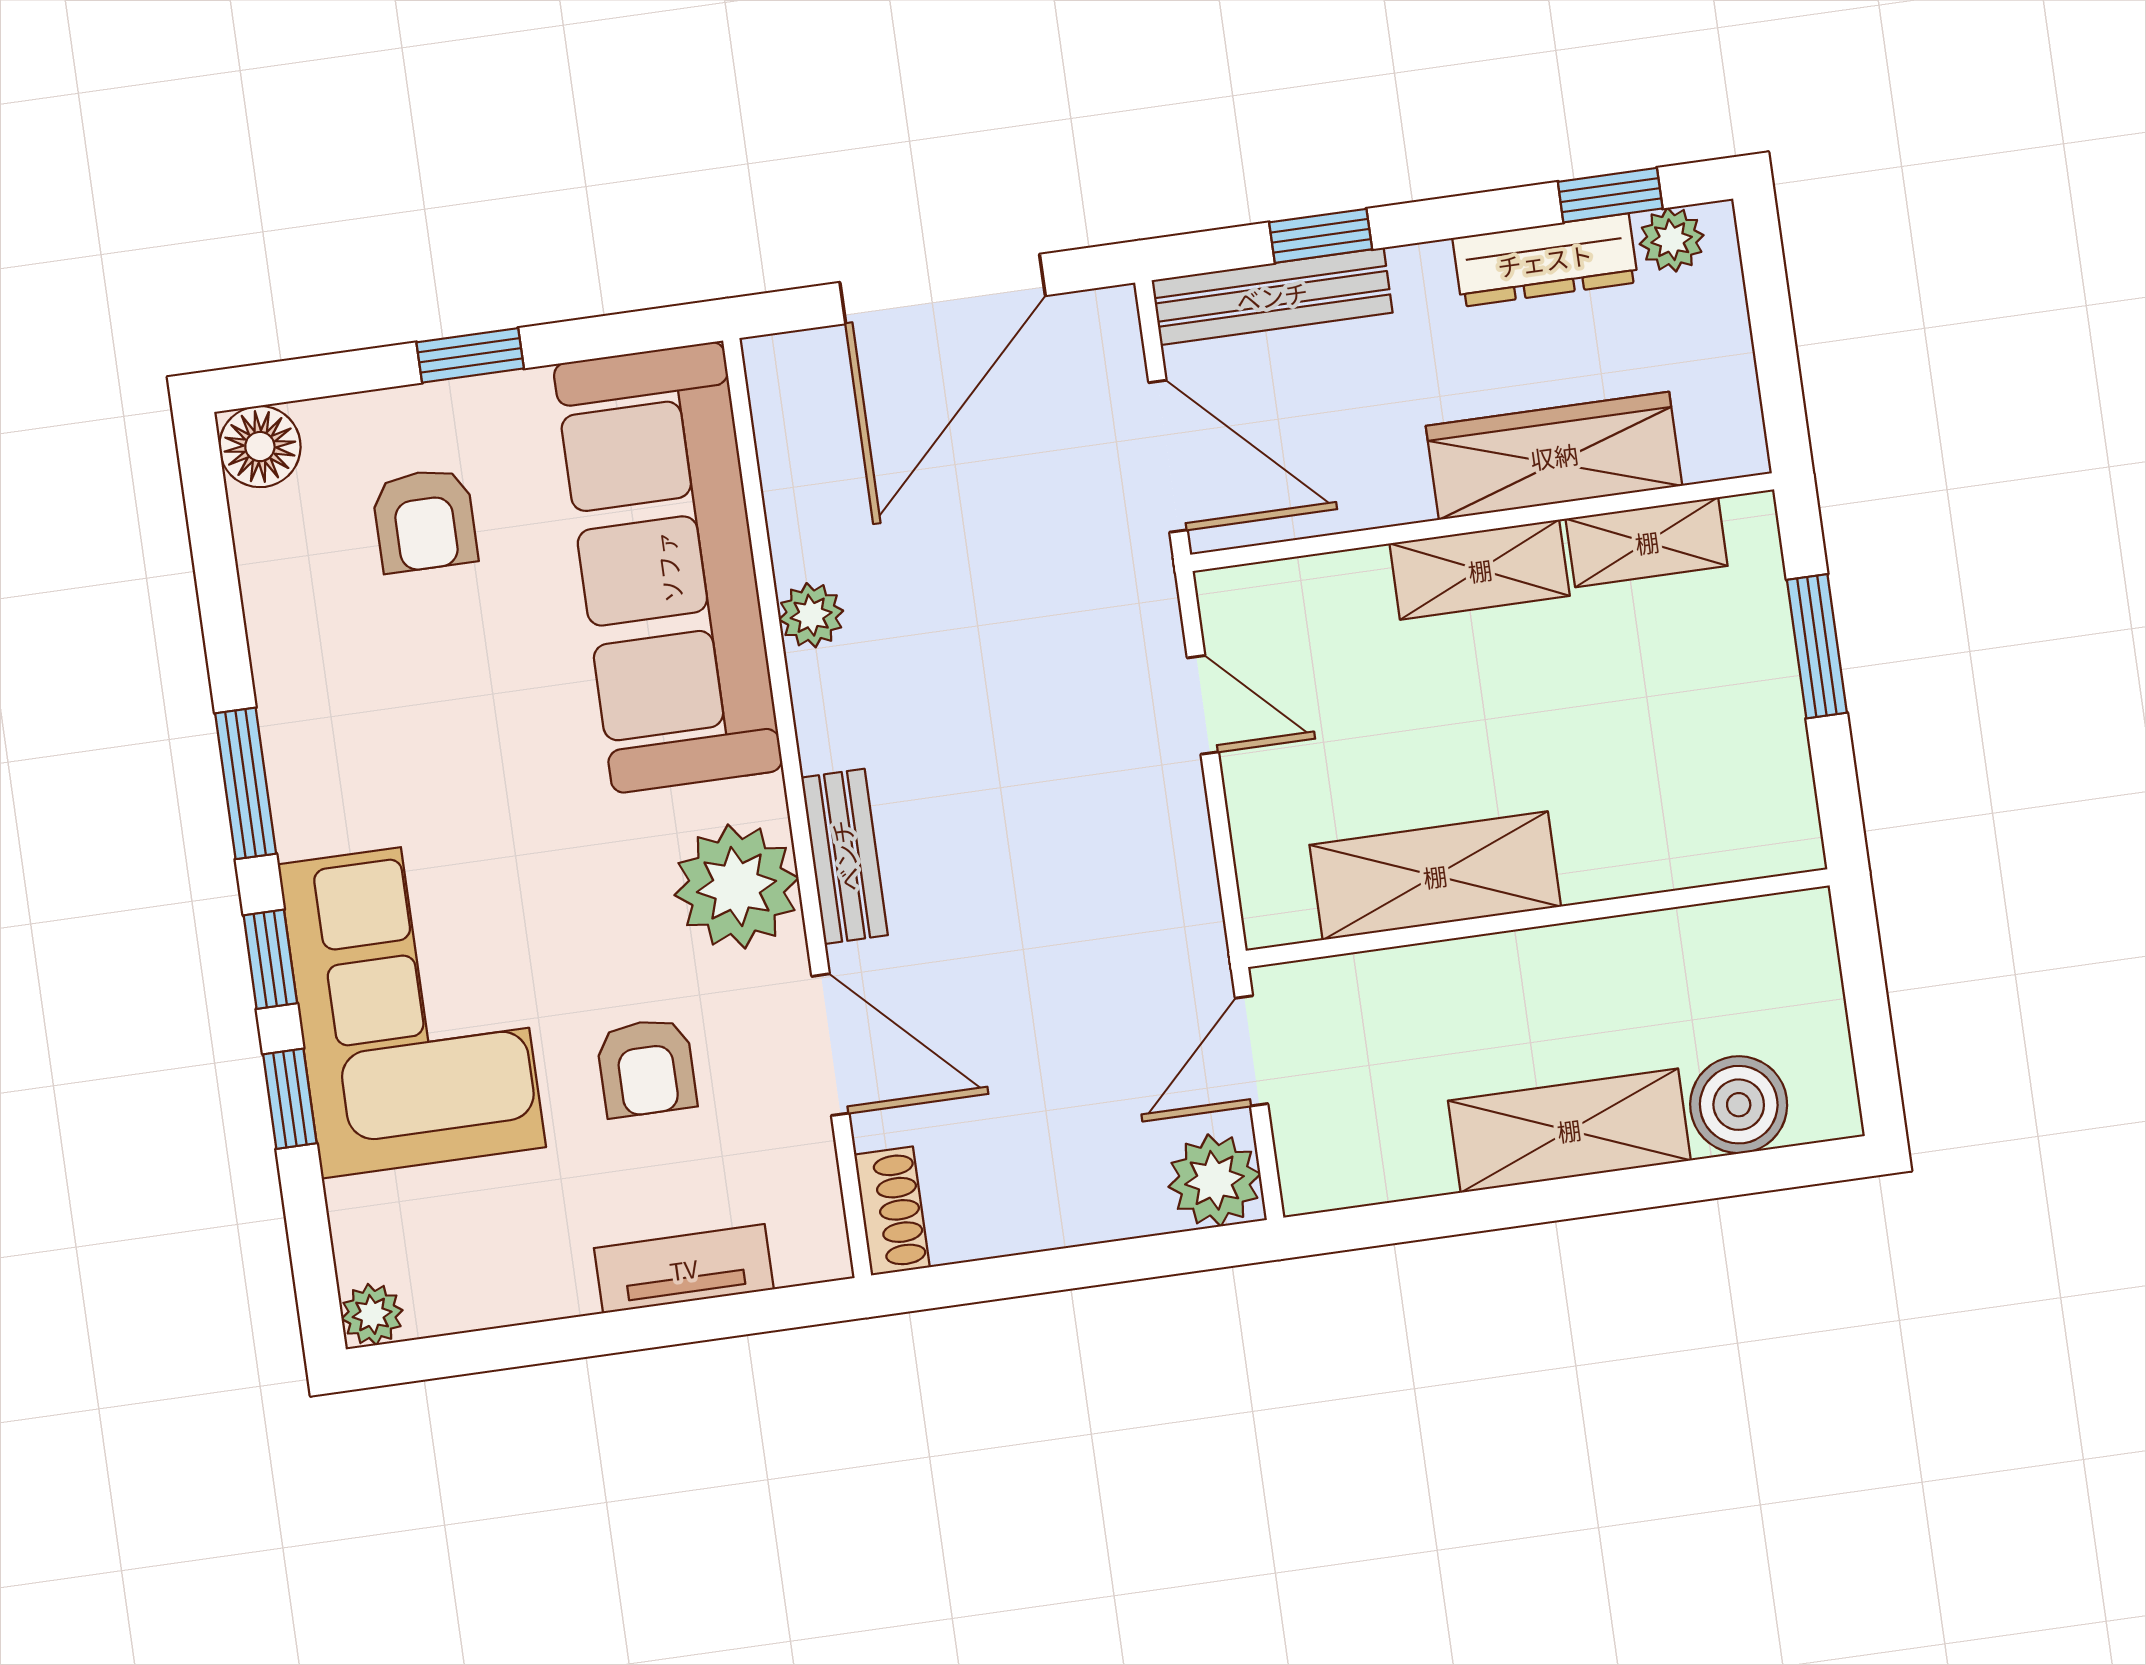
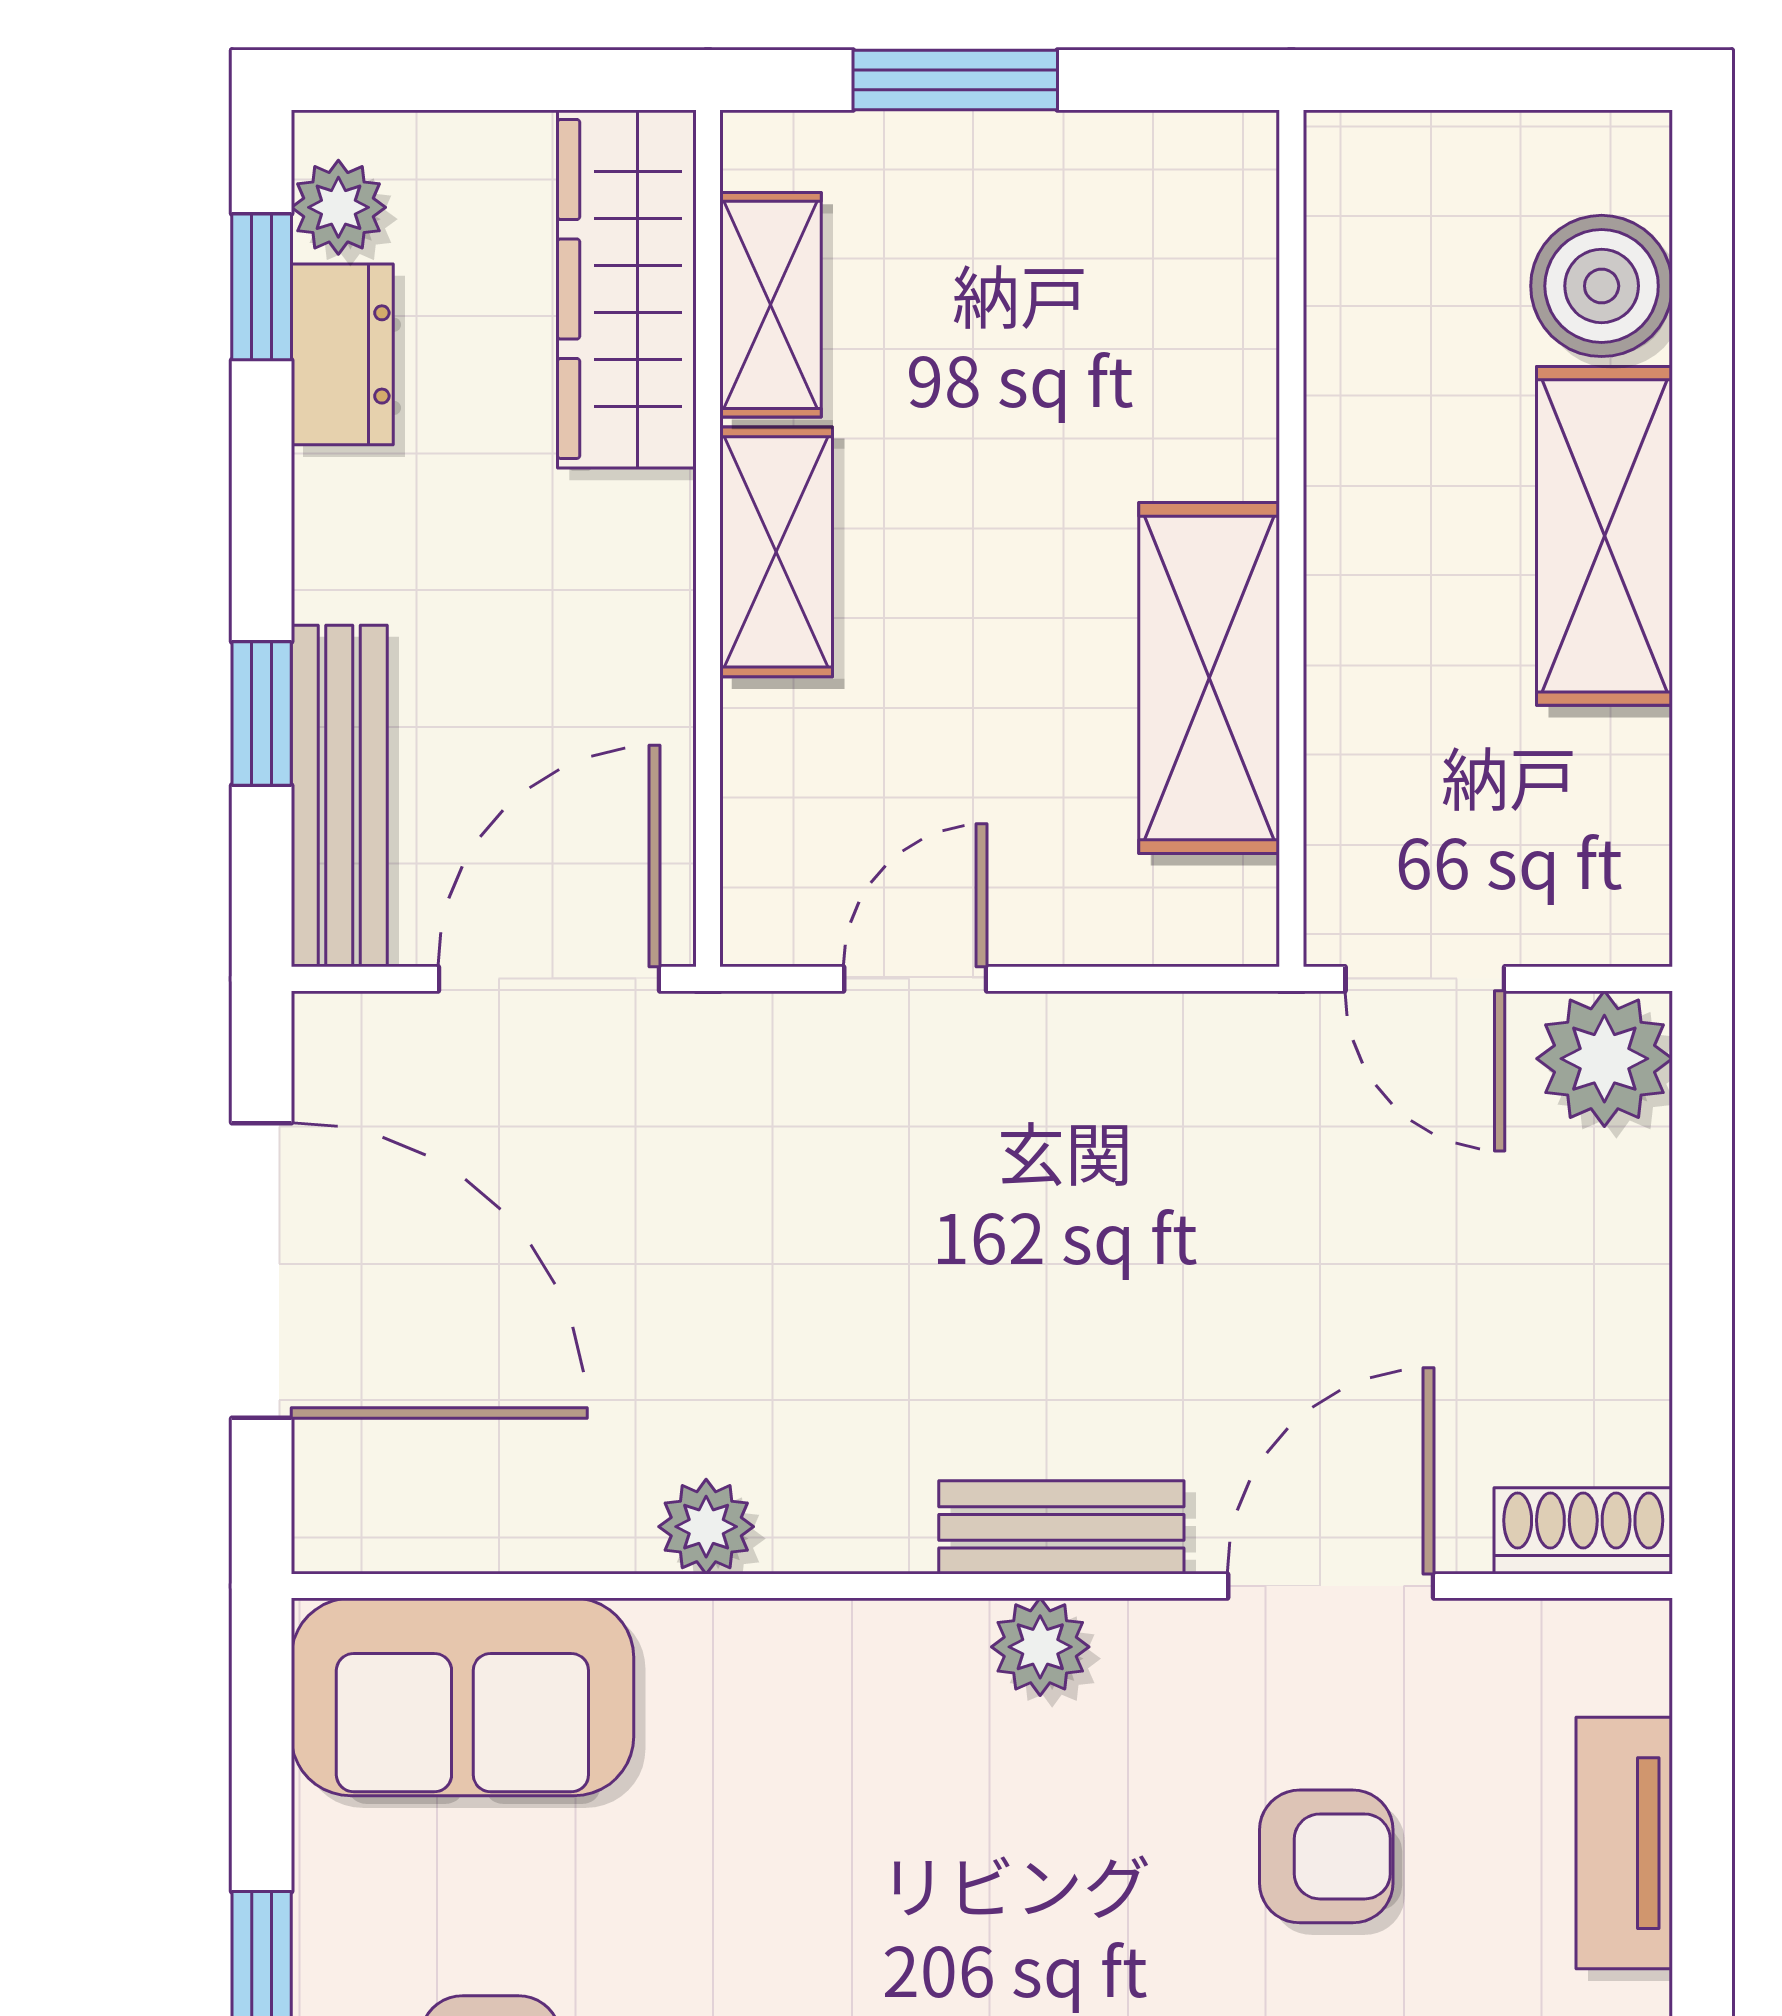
dresser: (1545, 260) -> (342, 354), width x0.70
wardrobe: (1554, 456) -> (627, 289), moved
sofa: (668, 567) -> (462, 1697), width x0.54, depth x0.79
plant: (736, 887) -> (1040, 1647), width x0.53, depth x0.53

